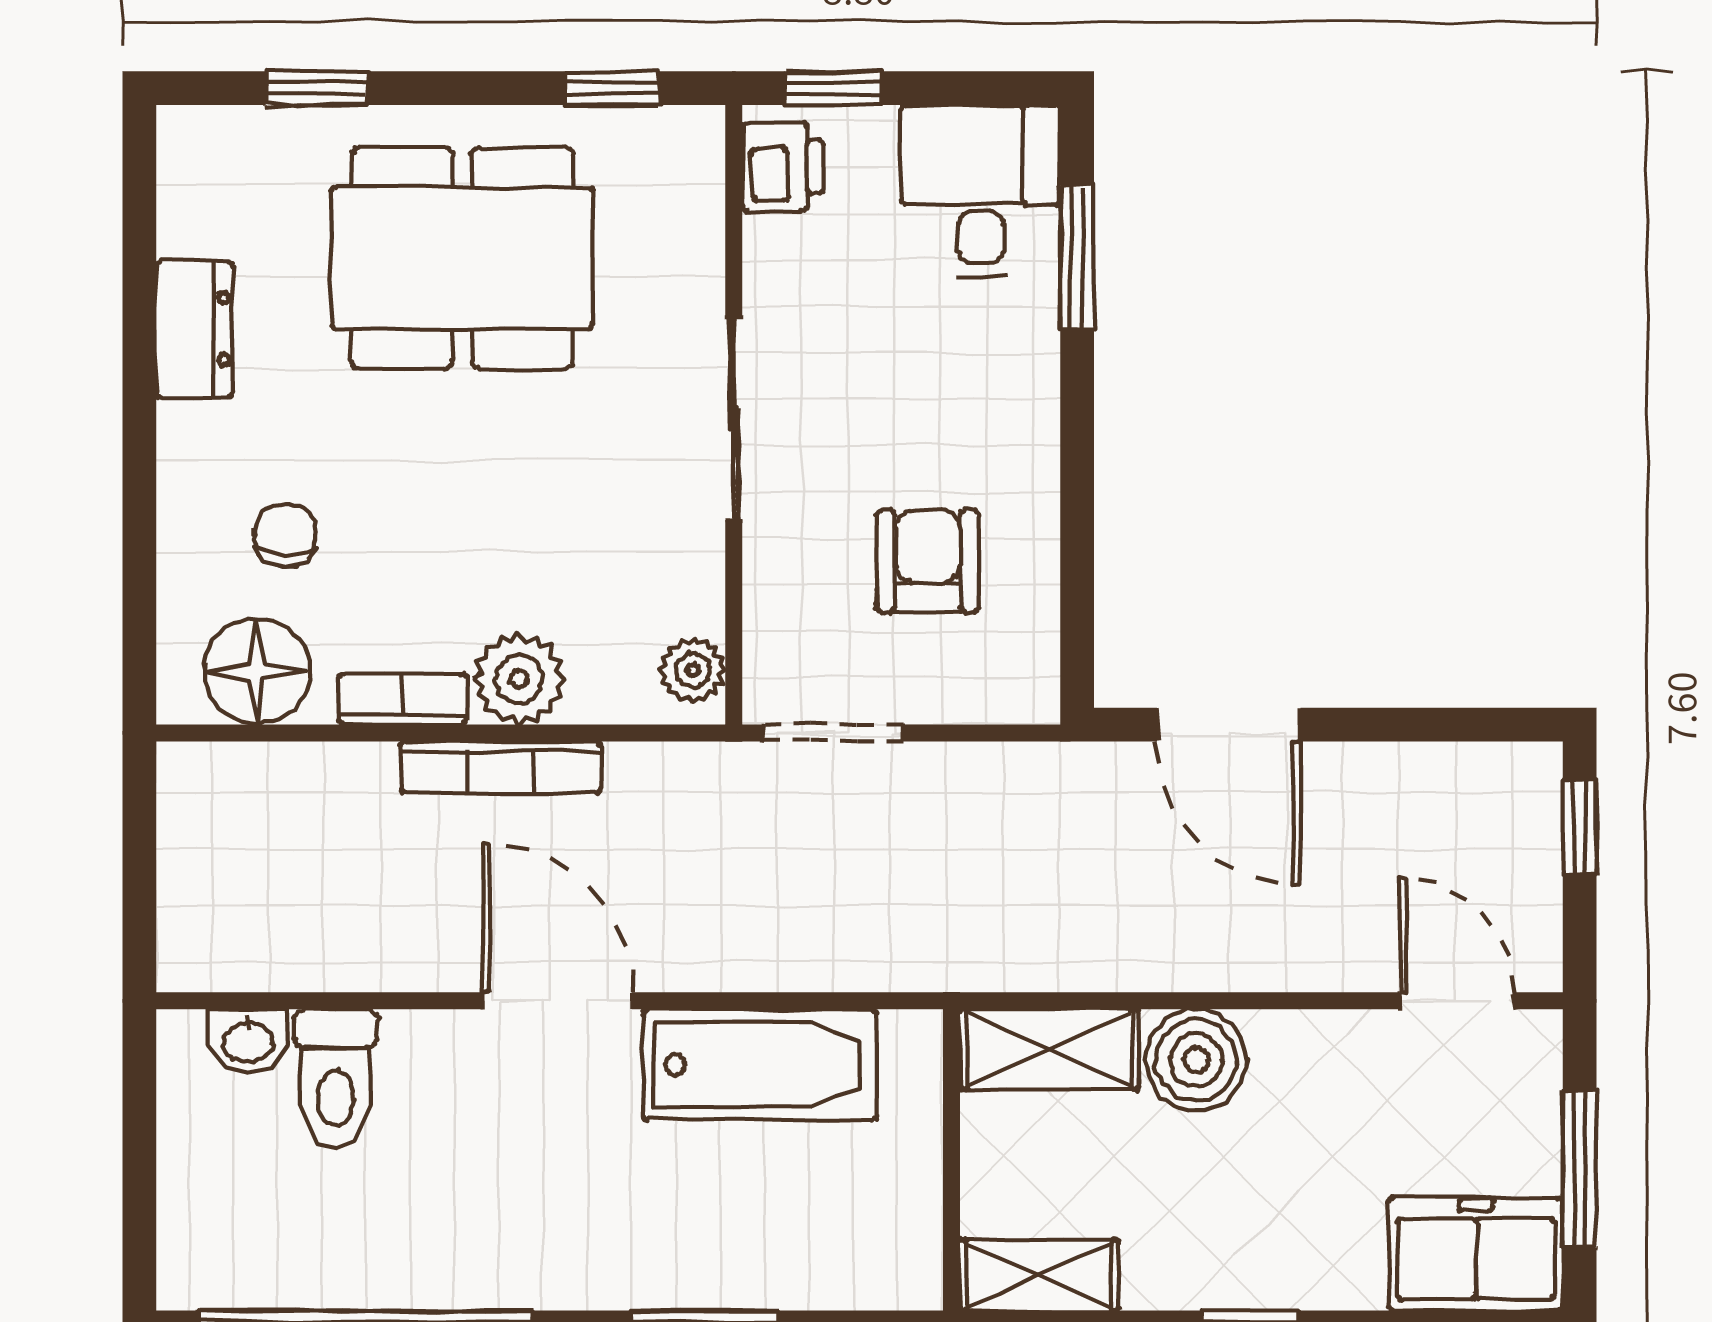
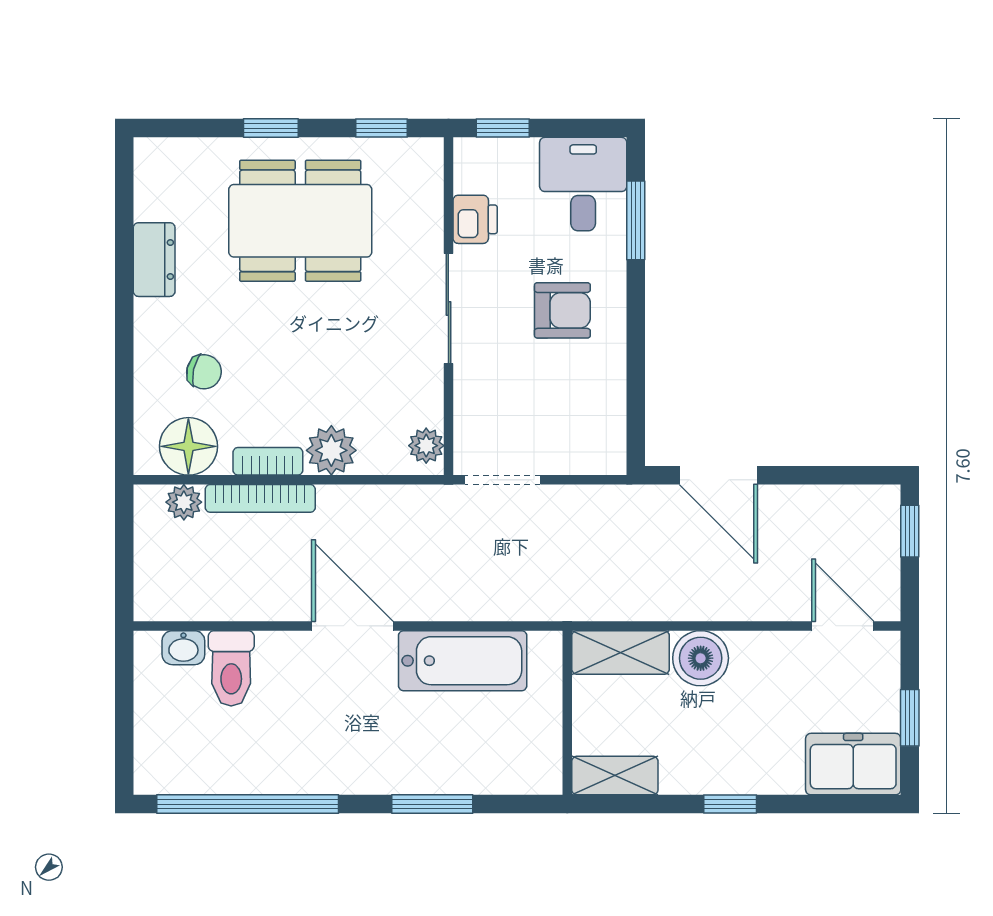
window: (316, 88) -> (271, 128), moved
printer: (783, 167) -> (475, 219), moved
chair: (286, 535) -> (204, 372), turned 103
armchair: (928, 561) -> (562, 310), moved, turned 90
bookcase: (501, 767) -> (260, 498), moved
plant: (249, 774) -> (184, 502), added
window: (1580, 1169) -> (910, 718), width x0.67

